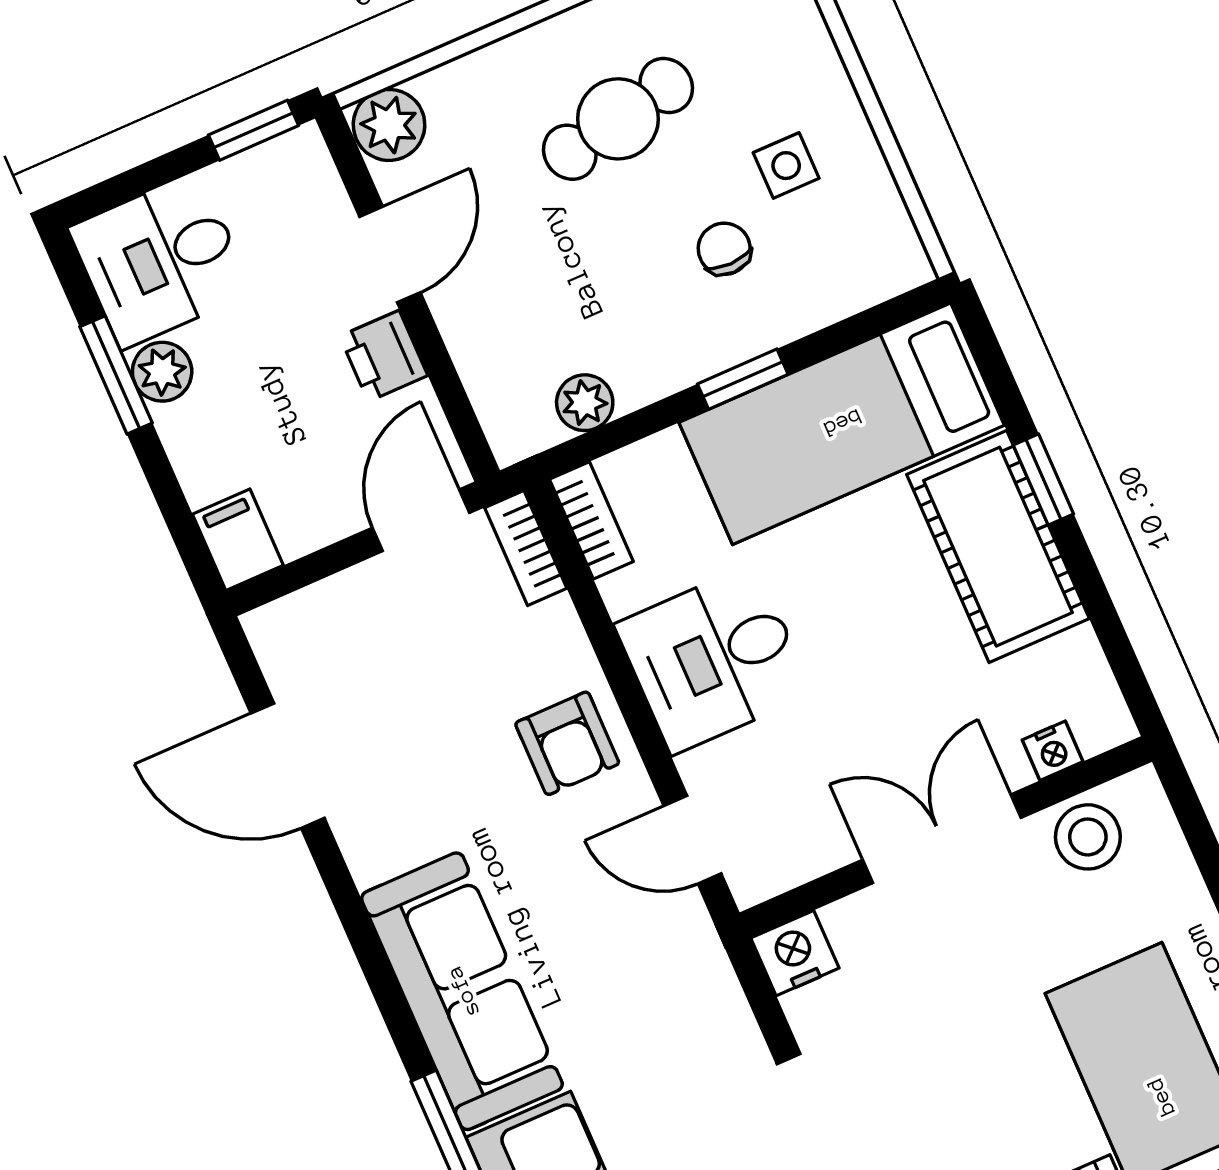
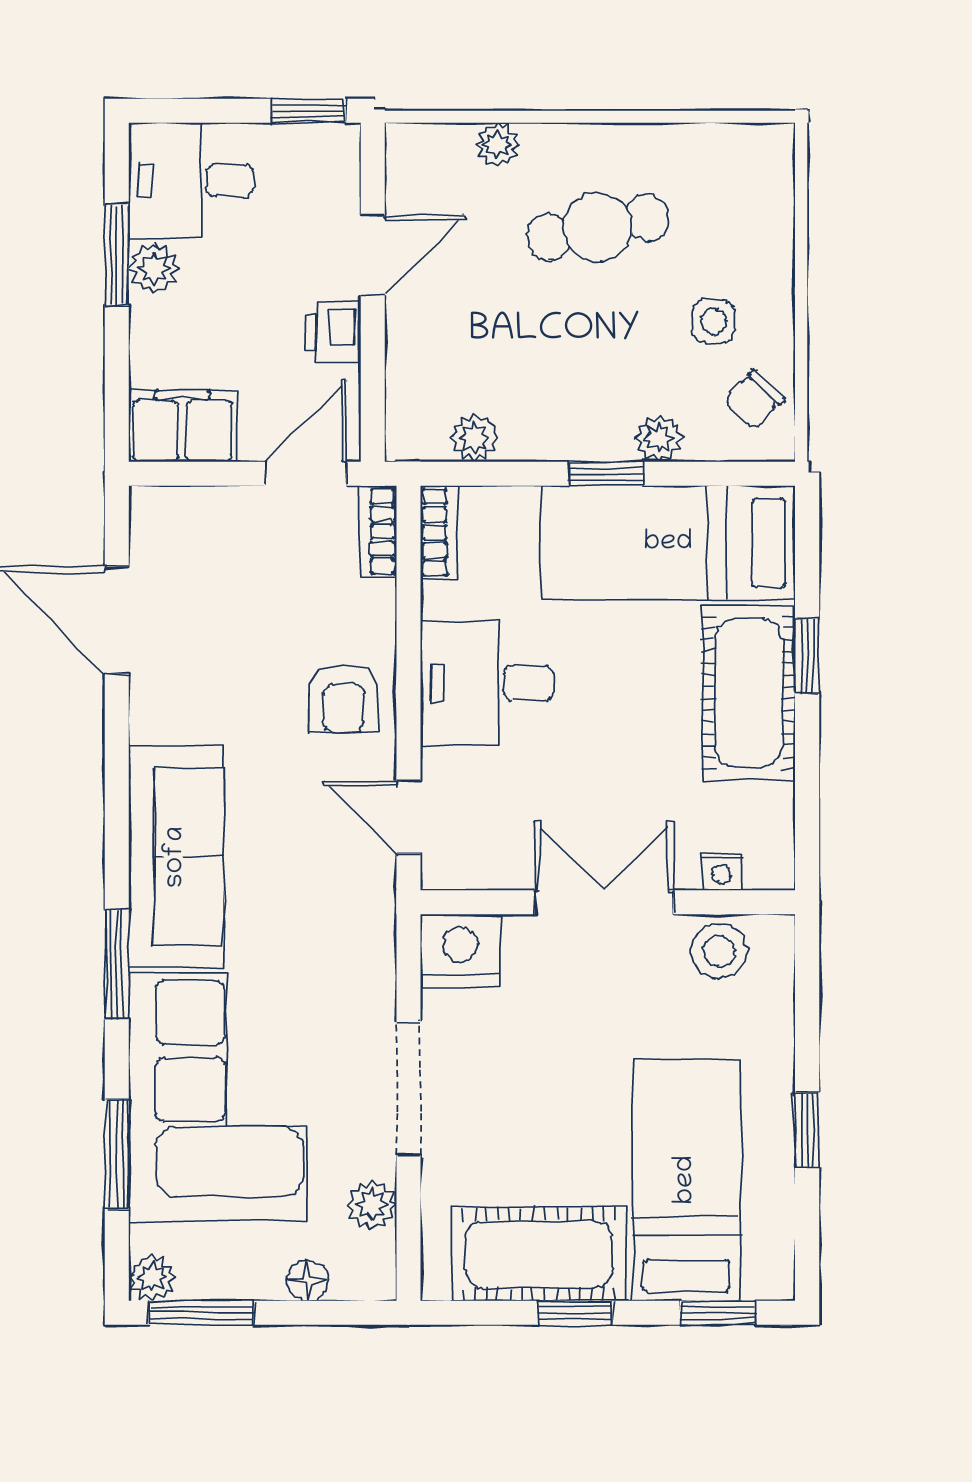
plant: (389, 125) -> (497, 145), moved, width x0.73, depth x0.73
chair: (724, 249) -> (754, 400), moved, turned -135
plant: (782, 316) -> (659, 438), added
filing cabinet: (238, 540) -> (182, 426), width x2.00
nightstand: (795, 953) -> (460, 950), width x1.36, depth x1.33

